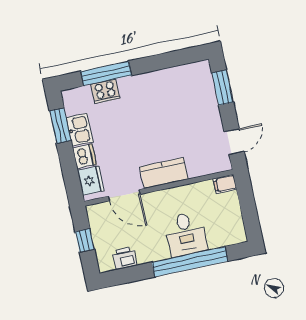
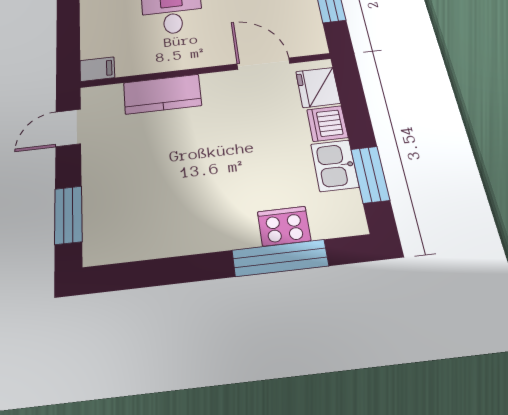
kitchen counter: (164, 173) -> (162, 94), moved

